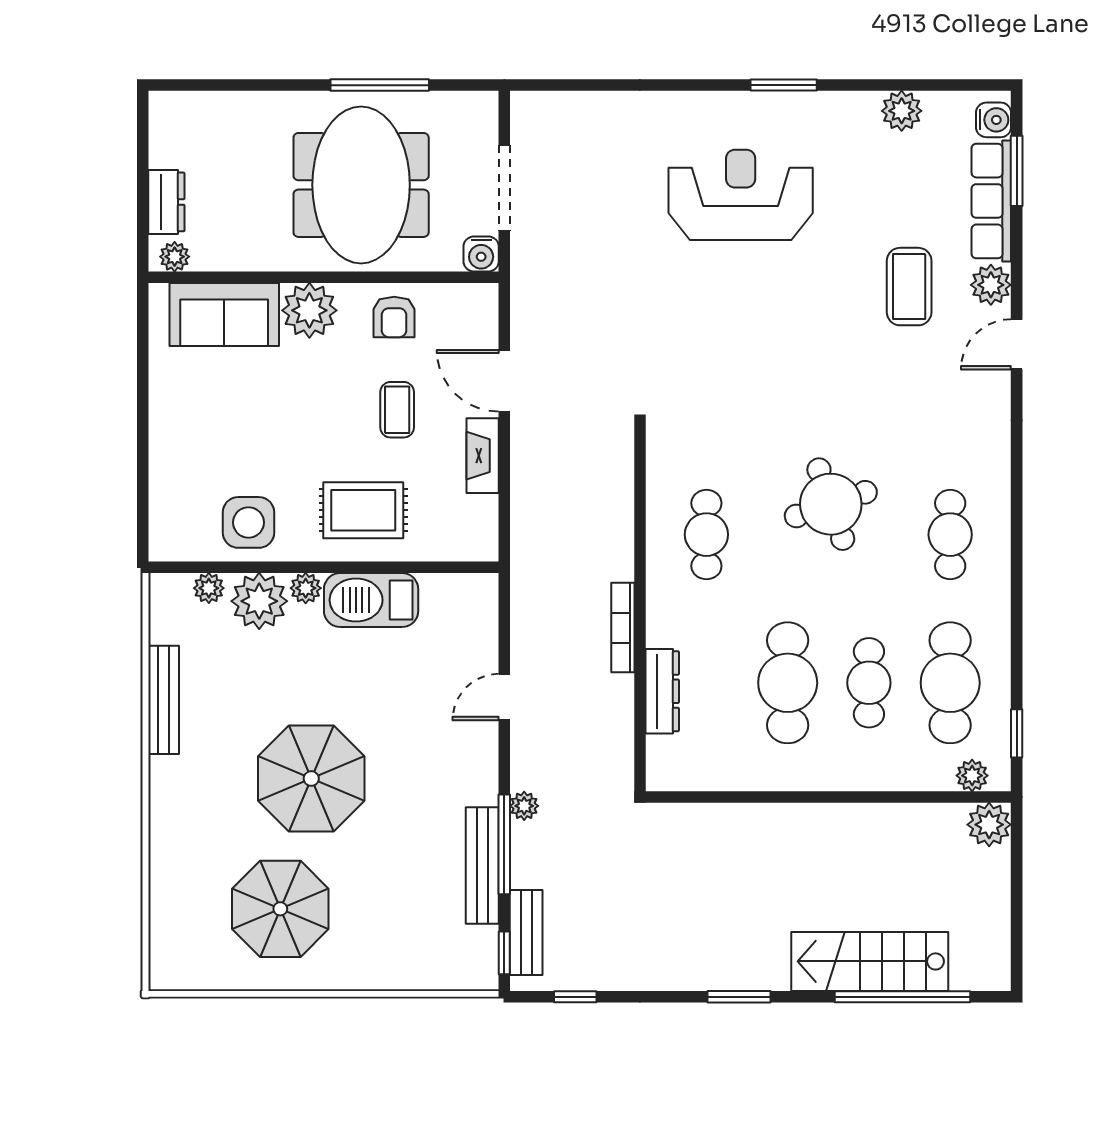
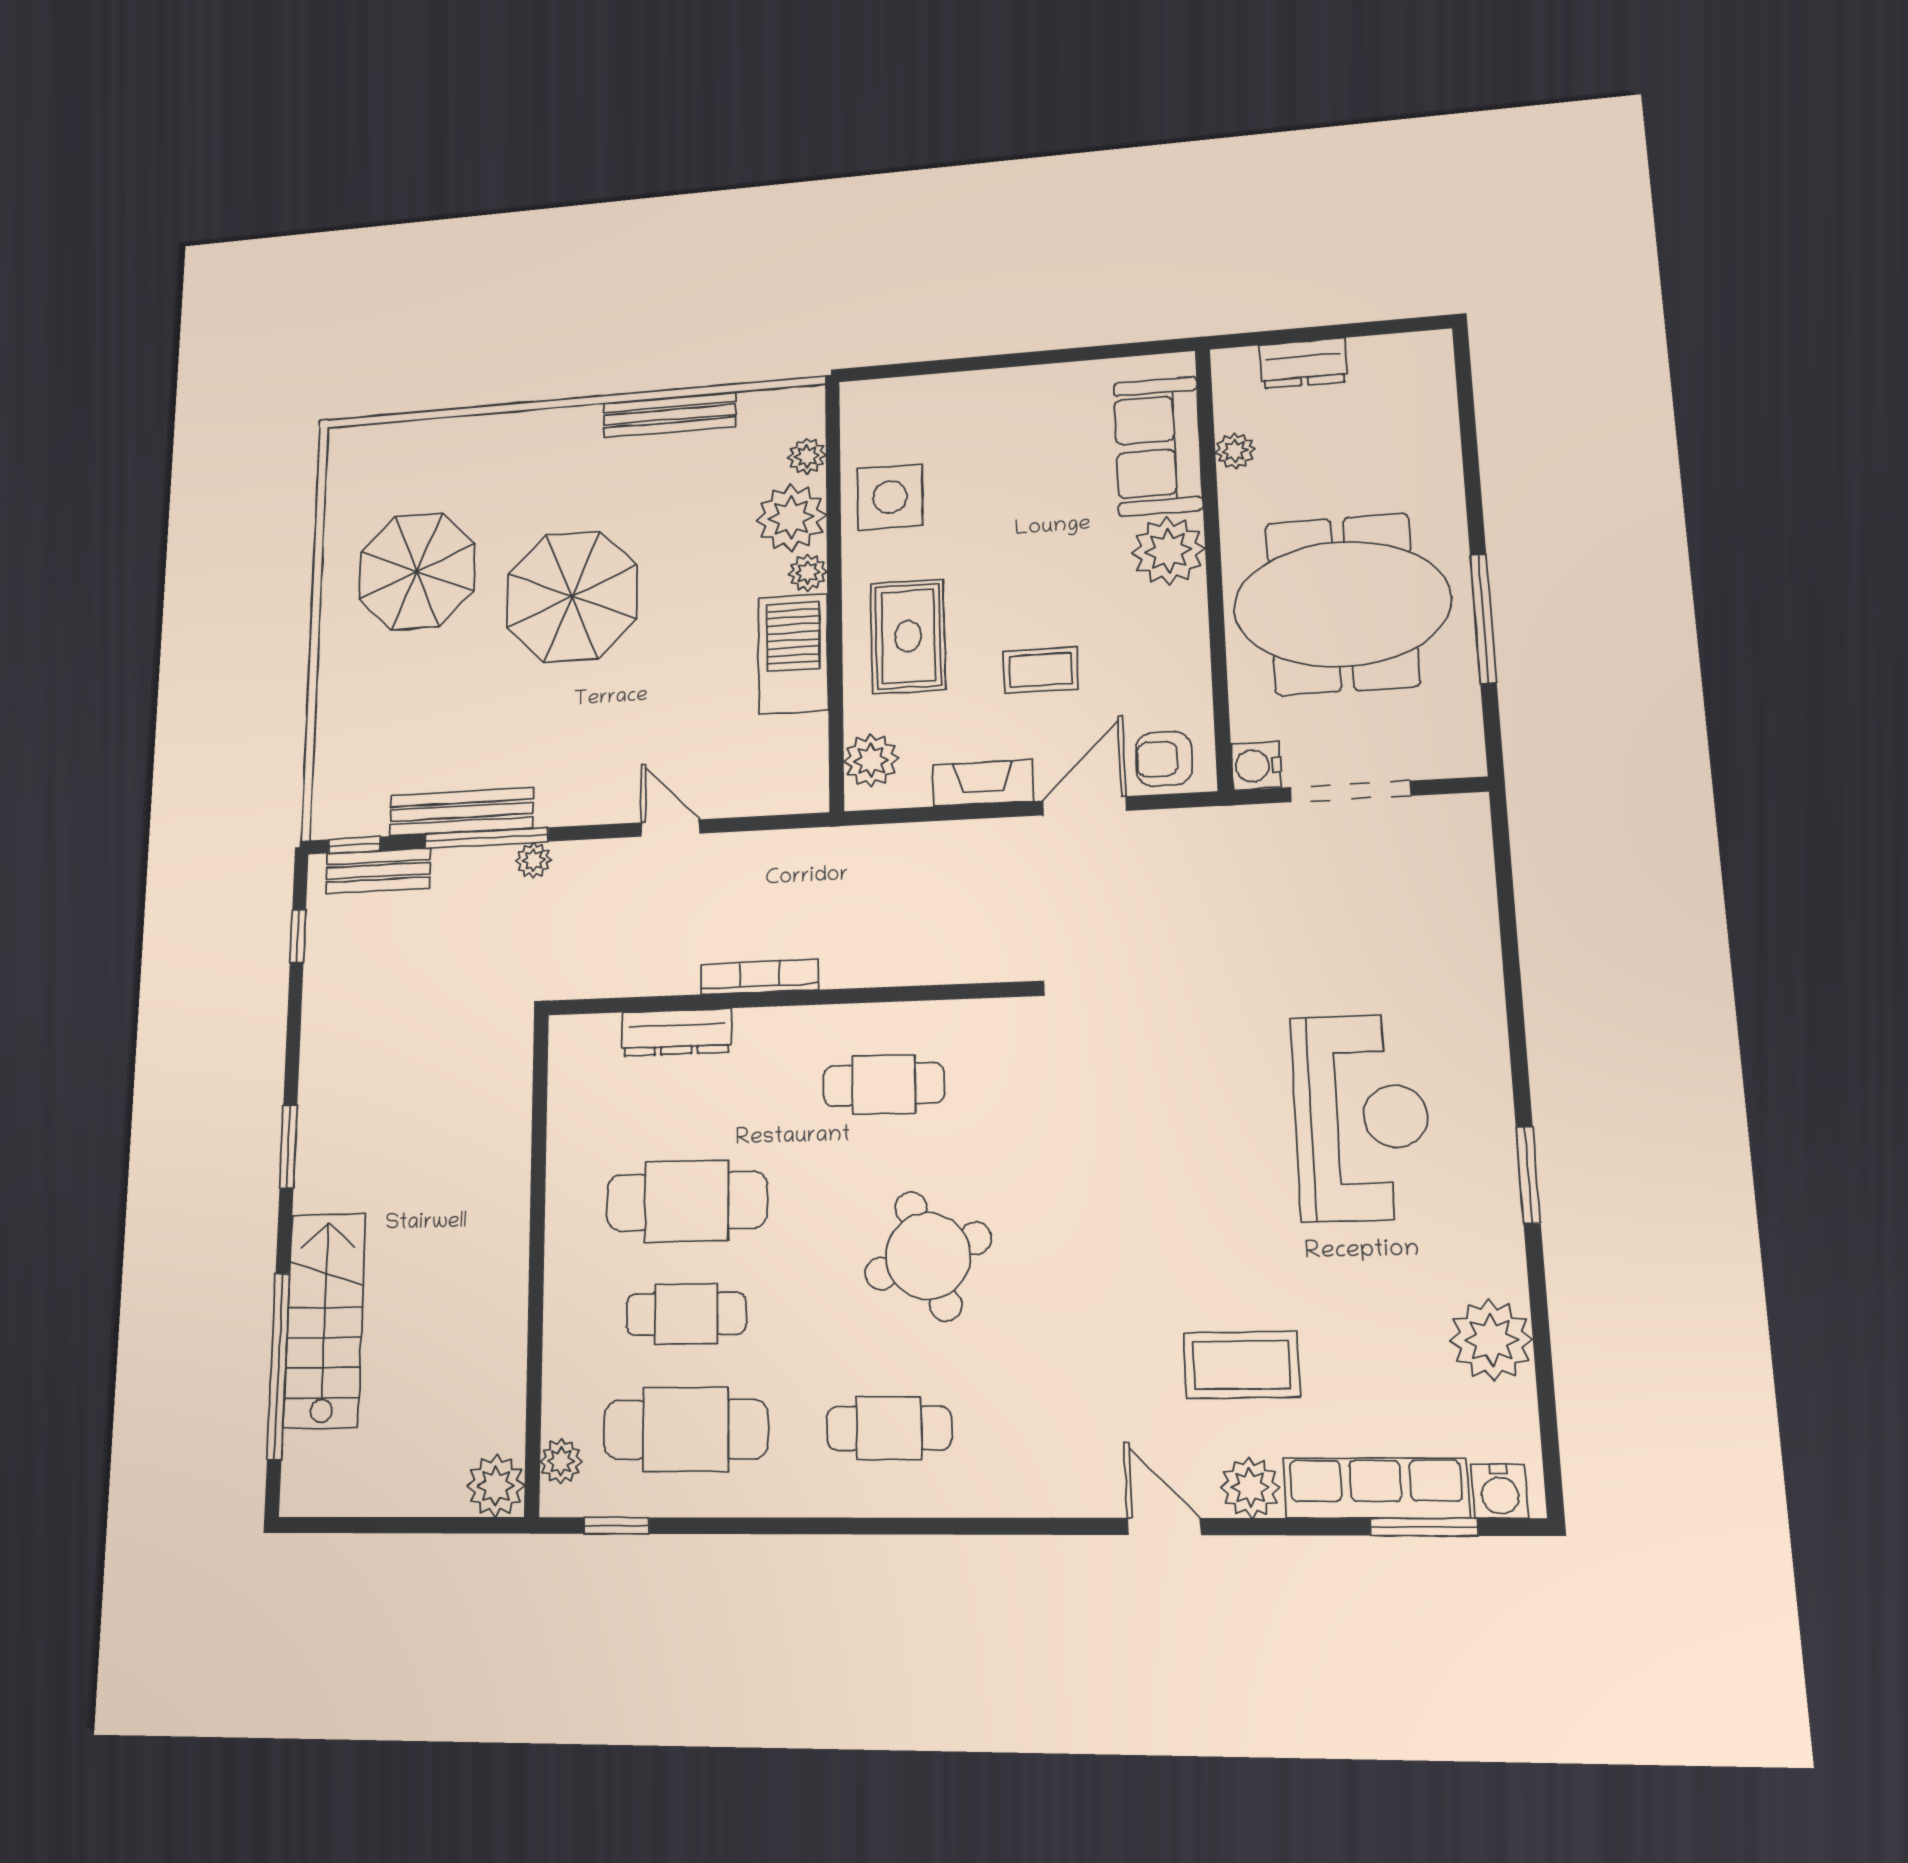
plant: (902, 111) -> (1491, 1340), width x1.36, depth x1.36
plant: (175, 257) -> (1235, 451), moved
armchair: (394, 317) -> (1164, 759), moved
plant: (460, 540) -> (871, 760), added

